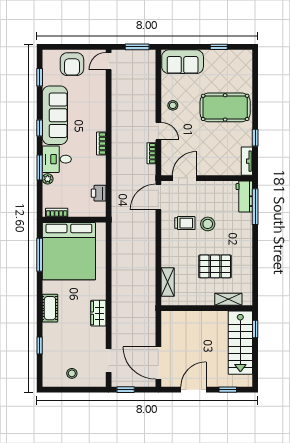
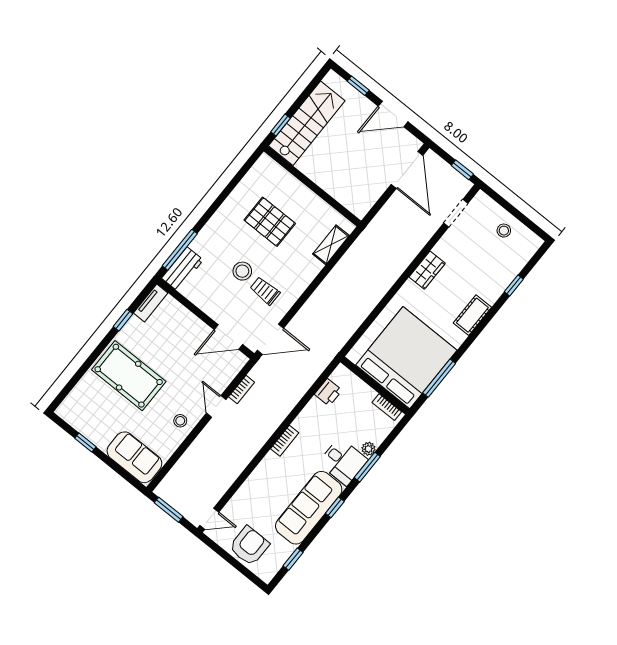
shelving: (228, 299) -> (283, 177), removed

